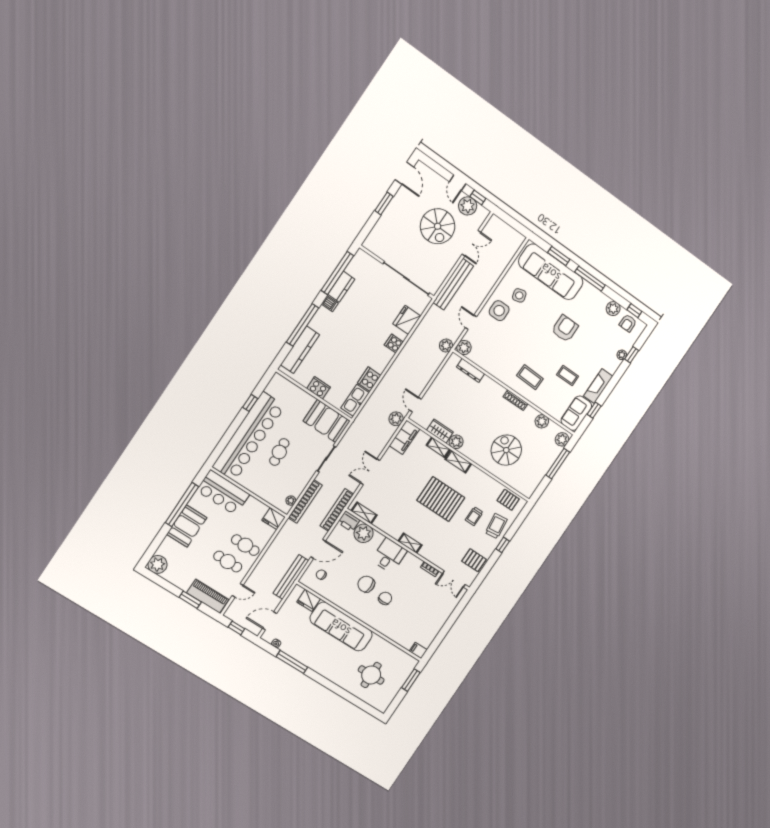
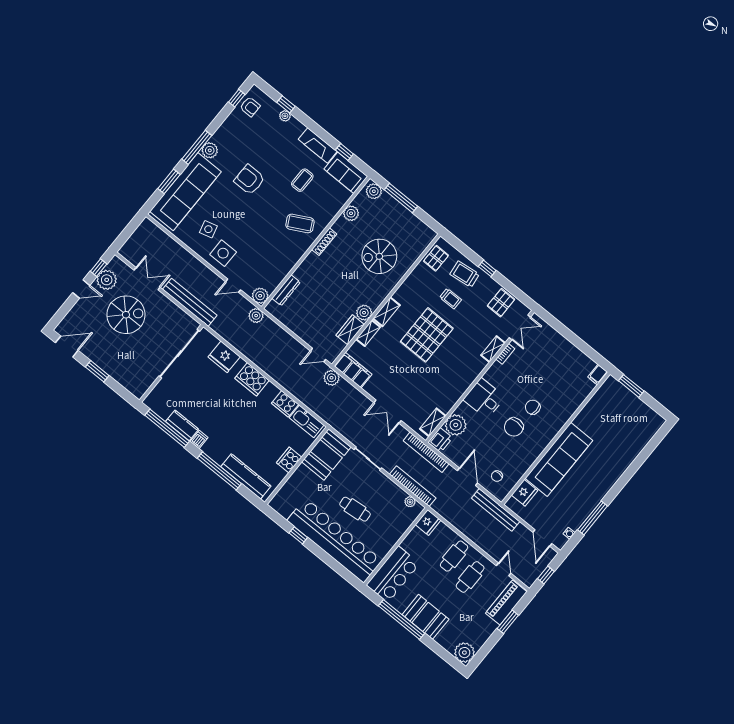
plant: (613, 309) -> (210, 150), moved
cooker: (394, 343) -> (252, 379), width x1.87, depth x1.31
coffee table: (530, 377) -> (300, 223), turned 60
shelving: (410, 543) -> (493, 349), moved
round table: (371, 675) -> (619, 431), removed

